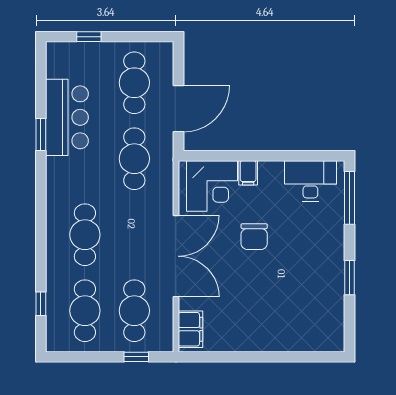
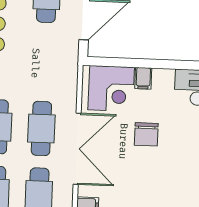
cafe table: (134, 159) -> (41, 128), moved

